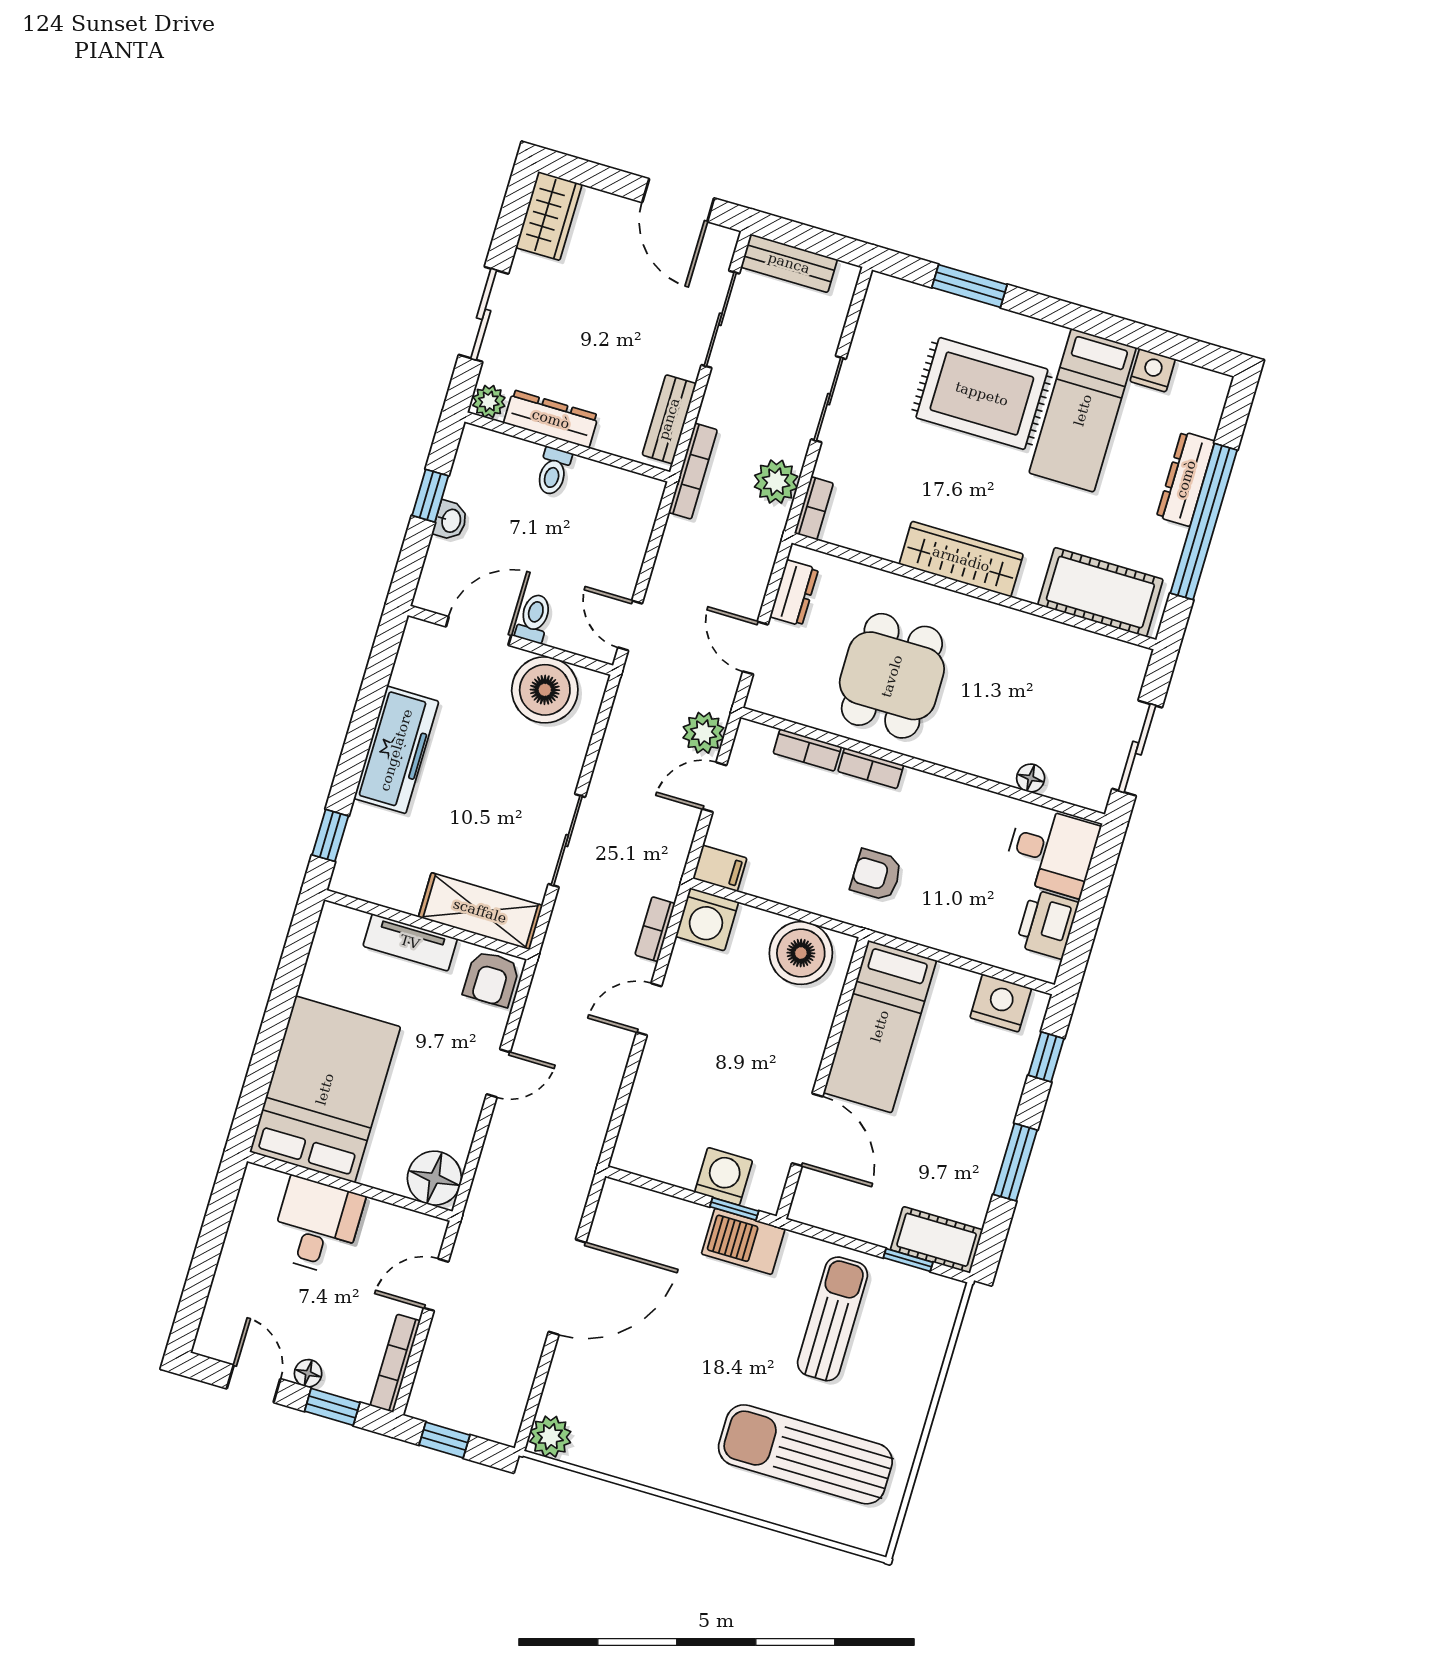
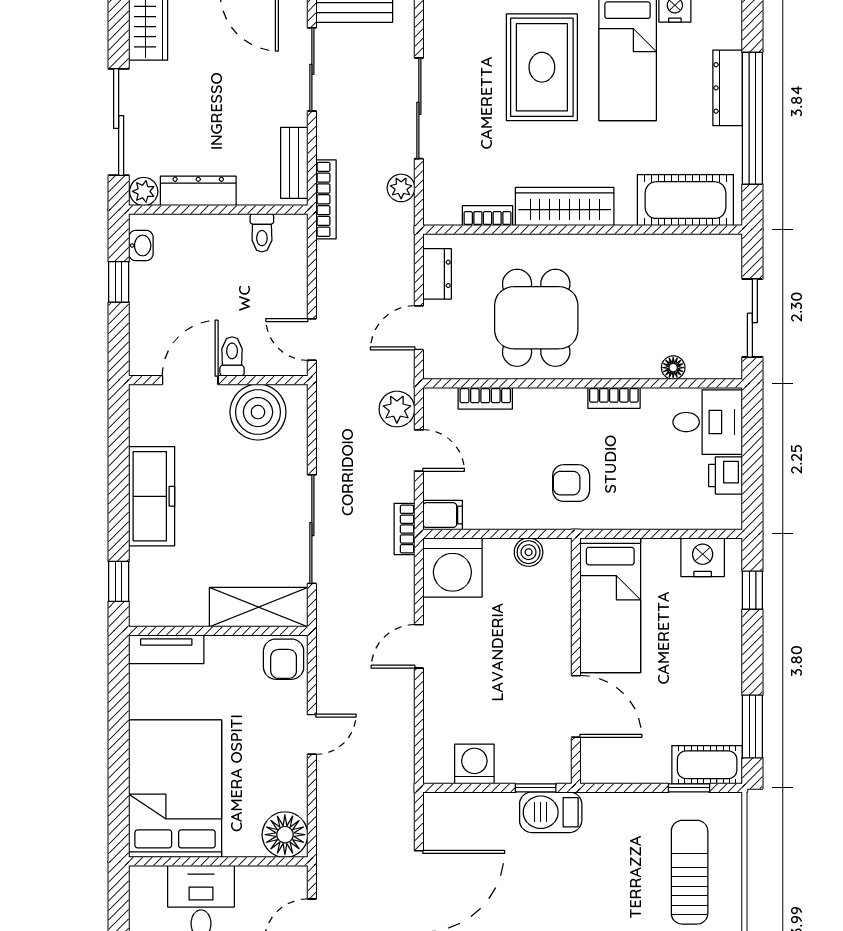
sliding door: (484, 314) -> (119, 122), width x1.37
rug: (982, 394) -> (542, 67), turned 90
sliding door: (829, 399) -> (419, 108), width x1.37
toilet: (553, 471) -> (262, 233), moved
plant: (776, 482) -> (401, 188), width x0.73, depth x0.73
bookcase: (814, 508) -> (488, 216), moved, turned -90
washbasin: (450, 521) -> (141, 245), moved
door: (755, 648) -> (419, 328), hinge flipped
bookcase: (871, 768) -> (614, 398), moved
door: (714, 787) -> (419, 450), swing flipped
sliding door: (567, 841) -> (312, 529), width x1.37
washing machine: (707, 919) -> (452, 568), width x1.37, depth x1.37
printer: (1047, 924) -> (726, 475), width x0.73, depth x0.81
bookcase: (655, 929) -> (405, 529), moved
tv unit: (410, 942) -> (166, 649), moved
boiler: (801, 953) -> (529, 552), width x0.54, depth x0.54
window: (1015, 1162) -> (752, 726), moved
washing machine: (724, 1176) -> (474, 764), moved
sun lounger: (833, 1319) -> (690, 872), moved

